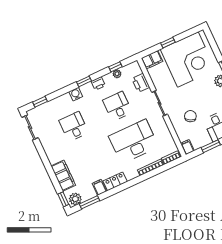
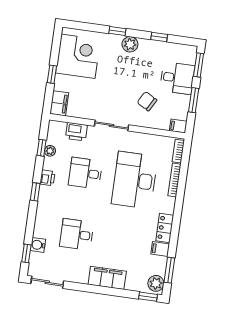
corner desk: (188, 59) -> (78, 56), width x0.74, depth x0.74
water cooler: (76, 94) -> (38, 245), moved
filing cabinet: (63, 176) -> (107, 278), moved

